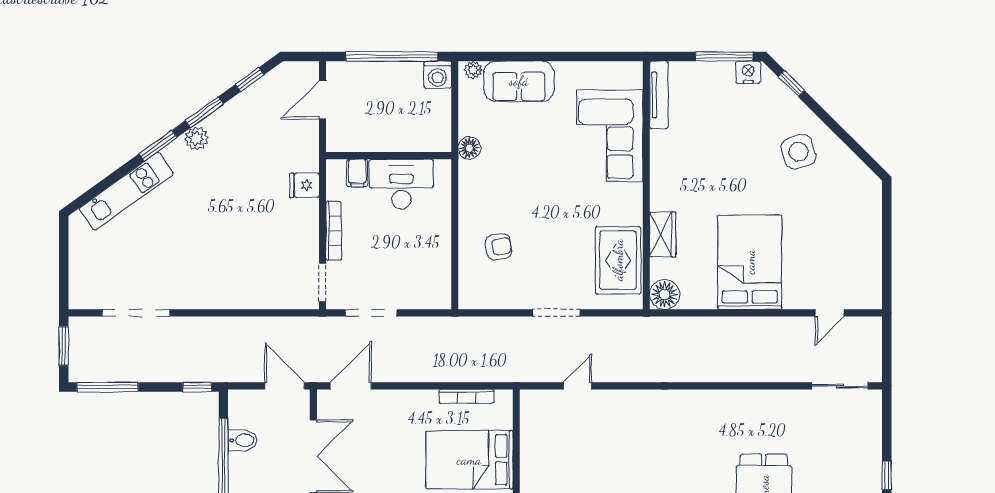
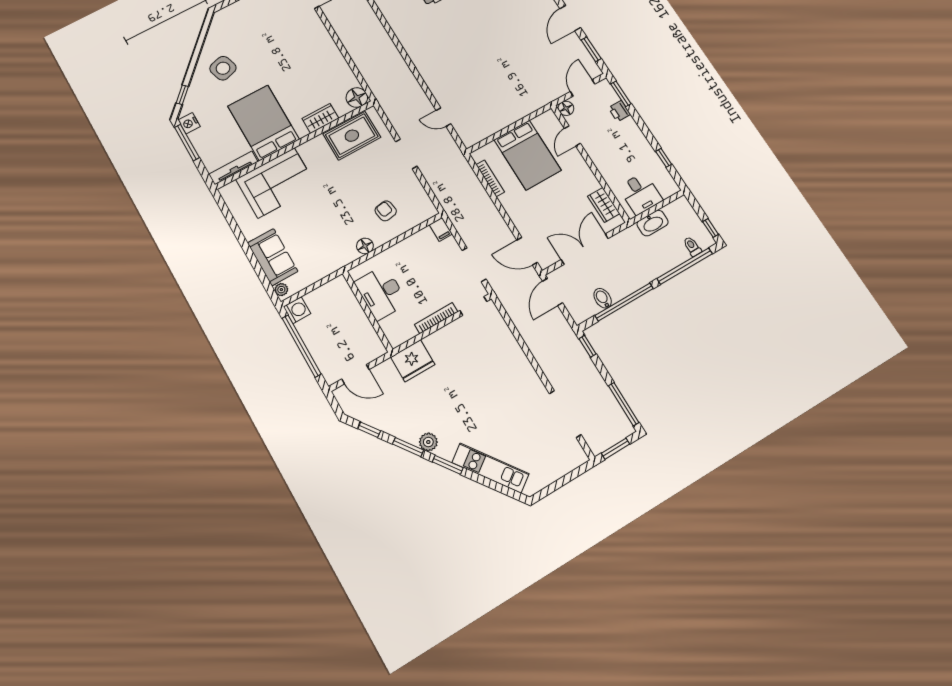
floor lamp: (469, 148) -> (365, 246), moved
filing cabinet: (357, 173) -> (441, 229), moved, turned 90
fridge: (304, 185) -> (413, 361), width x1.88, depth x1.34
bed: (750, 262) -> (264, 123), moved, turned 90

